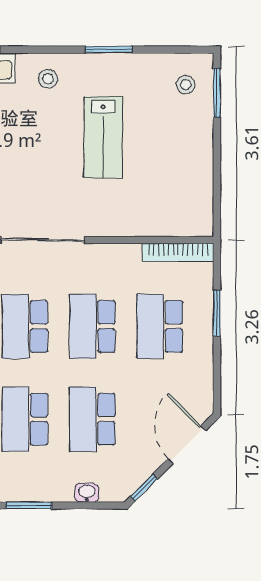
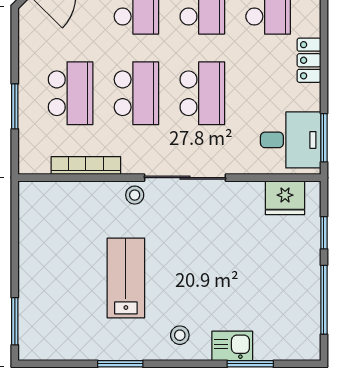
stool: (186, 85) -> (135, 195), moved
bookcase: (178, 252) -> (86, 166), moved

